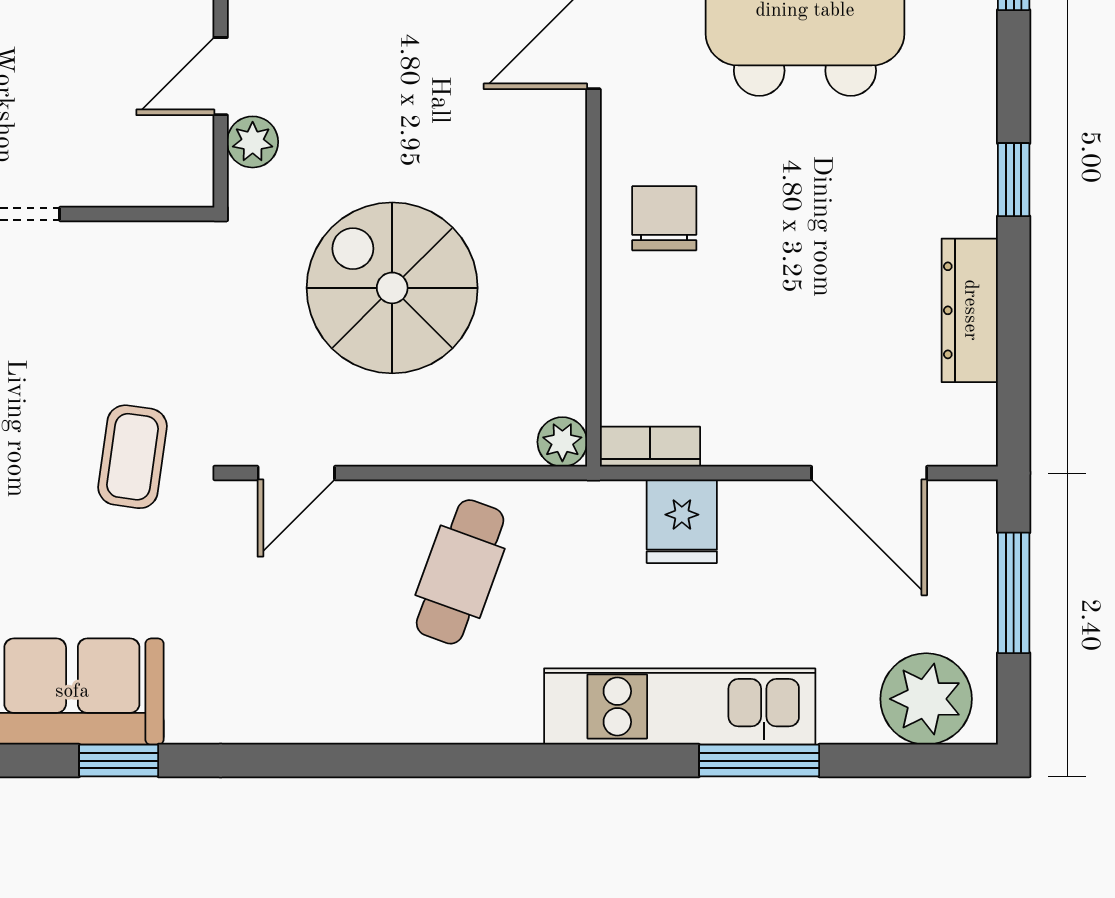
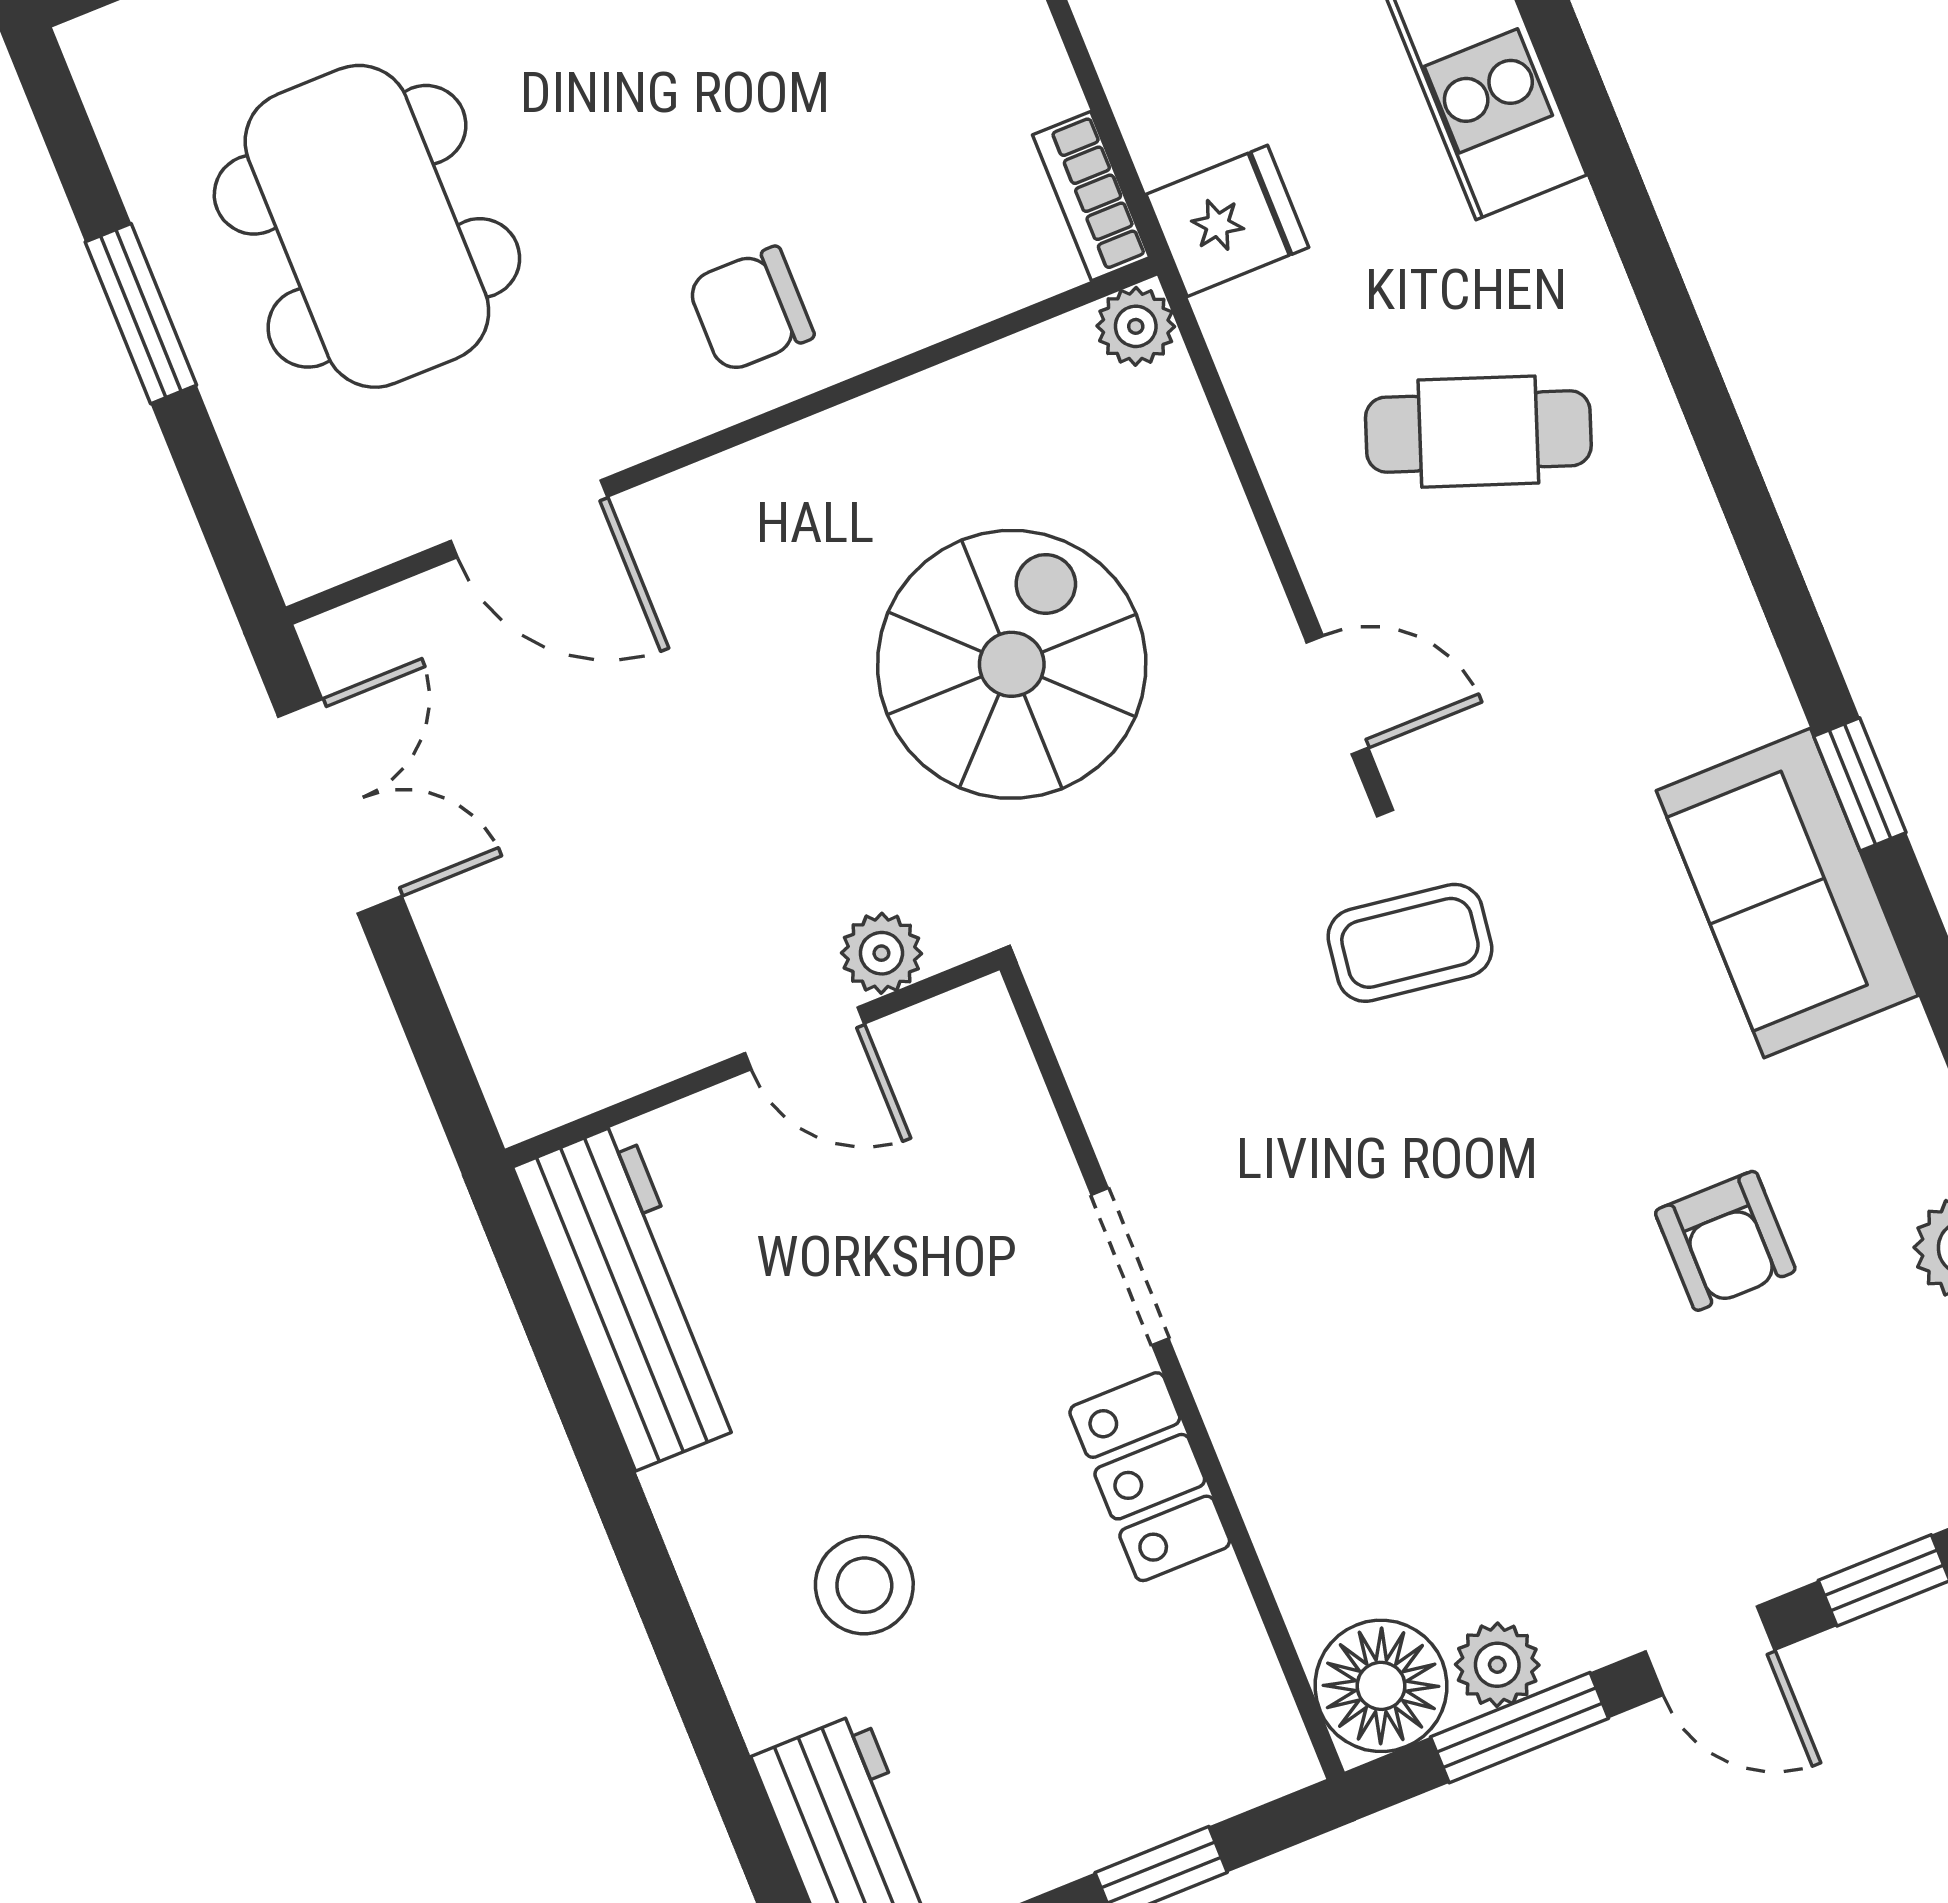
spiral stairs: (392, 288) -> (1012, 664), turned 180
fridge: (682, 521) -> (1227, 221), moved
cafe table: (460, 572) -> (1478, 432), moved

